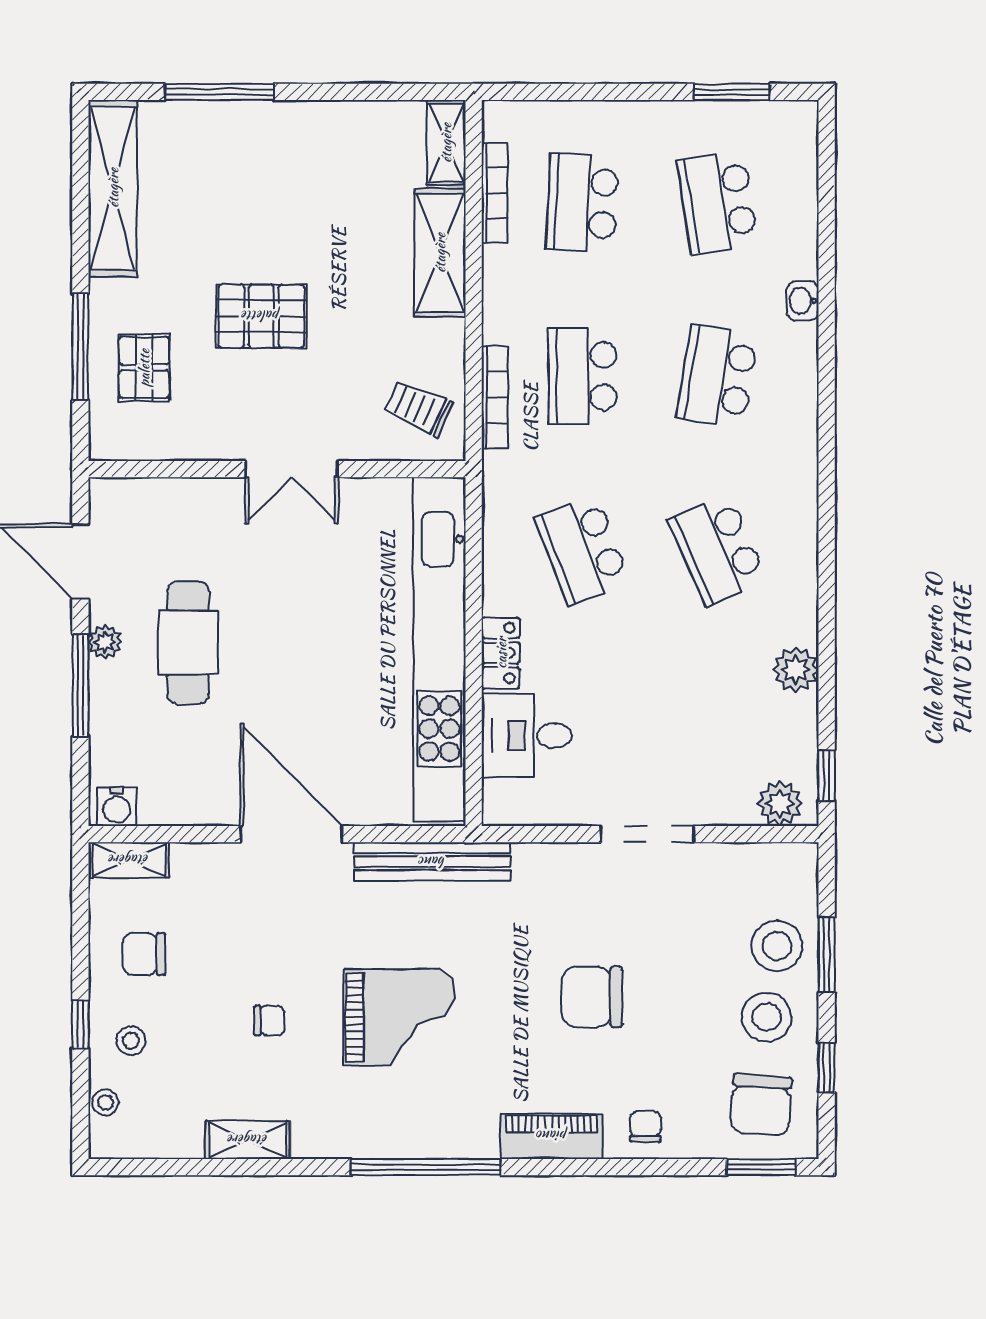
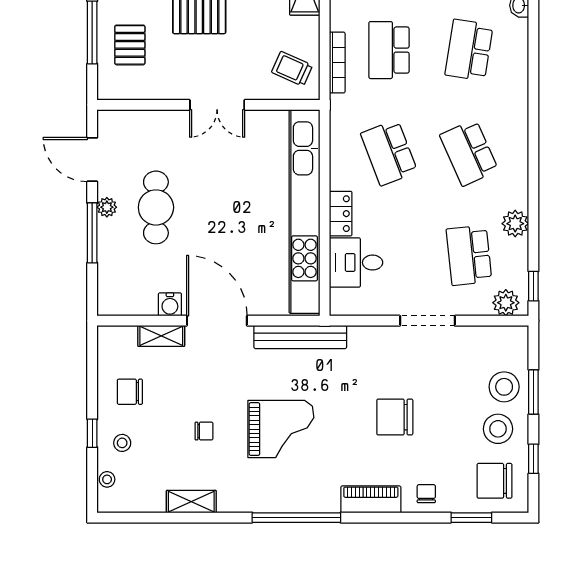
school desk: (718, 723) -> (469, 255), added
water cooler: (117, 807) -> (170, 304), moved
shelving: (129, 860) -> (161, 336), moved
chair: (761, 1105) -> (495, 481), turned 86
window: (761, 1167) -> (471, 518), moved

